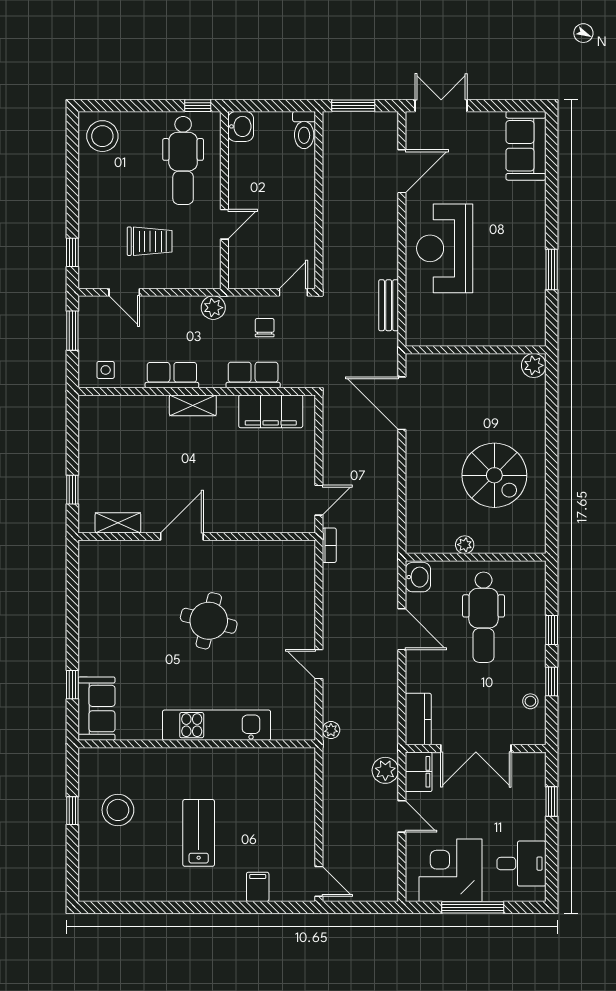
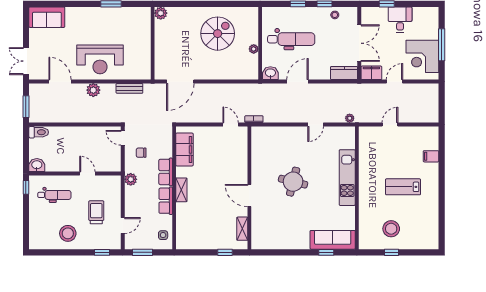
stool: (102, 136) -> (68, 233), moved
dental chair: (183, 160) -> (54, 195), width x0.73, depth x0.72
row of seats: (253, 375) -> (166, 172), moved
sofa: (97, 709) -> (333, 240), width x1.36
plant: (385, 770) -> (93, 90), moved
desk: (521, 864) -> (400, 20), moved
door: (319, 881) -> (390, 125), moved

